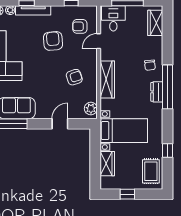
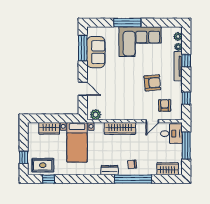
door: (99, 41) -> (152, 121), swing flipped
armchair: (74, 77) -> (122, 101), removed
window: (167, 87) -> (133, 179), moved
window: (167, 150) -> (49, 179), moved
window: (127, 194) -> (24, 157), moved

